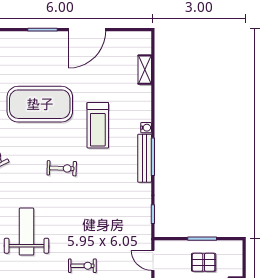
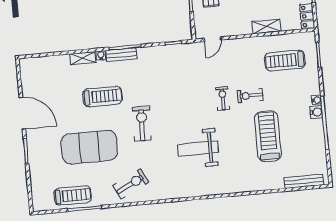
shelving: (145, 70) -> (83, 58), moved
exercise mat: (40, 104) -> (89, 147), turned 90
bench: (145, 158) -> (121, 55), width x0.73
exercise bike: (62, 168) -> (142, 124), width x1.38, depth x1.39

